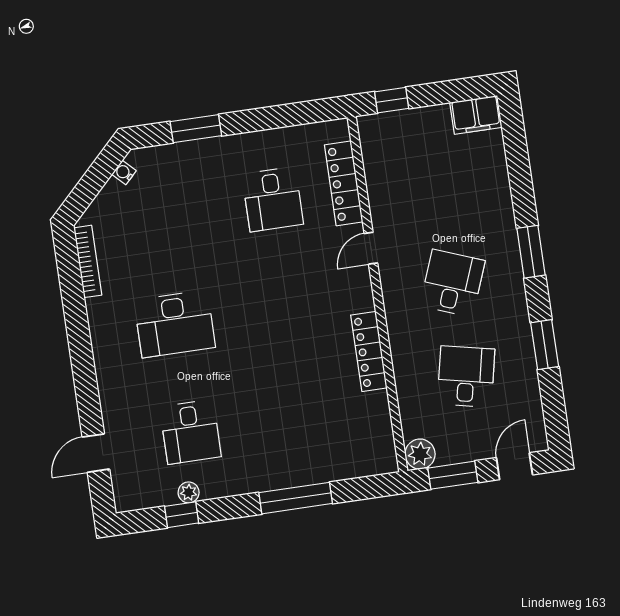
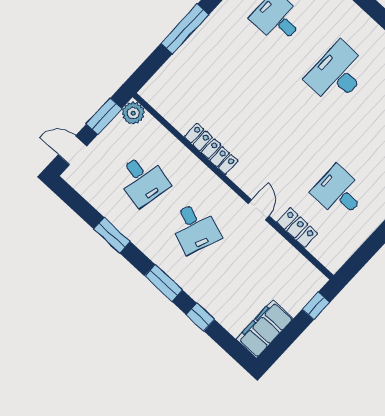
filing cabinet: (476, 115) -> (265, 329), width x1.50, depth x1.17
locker: (344, 183) -> (297, 228), width x0.66
window: (521, 185) -> (200, 317), added
door: (514, 466) -> (73, 150), swing flipped

